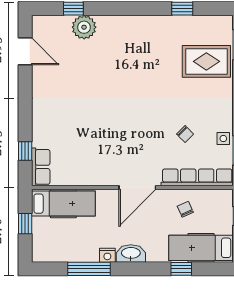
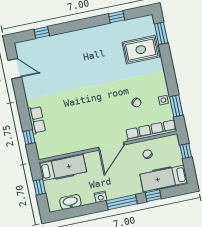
plant: (84, 27) -> (52, 44), removed
row of seats: (41, 167) -> (37, 120), moved
washbasin: (131, 253) -> (70, 202), moved
window: (89, 269) -> (122, 202), moved

